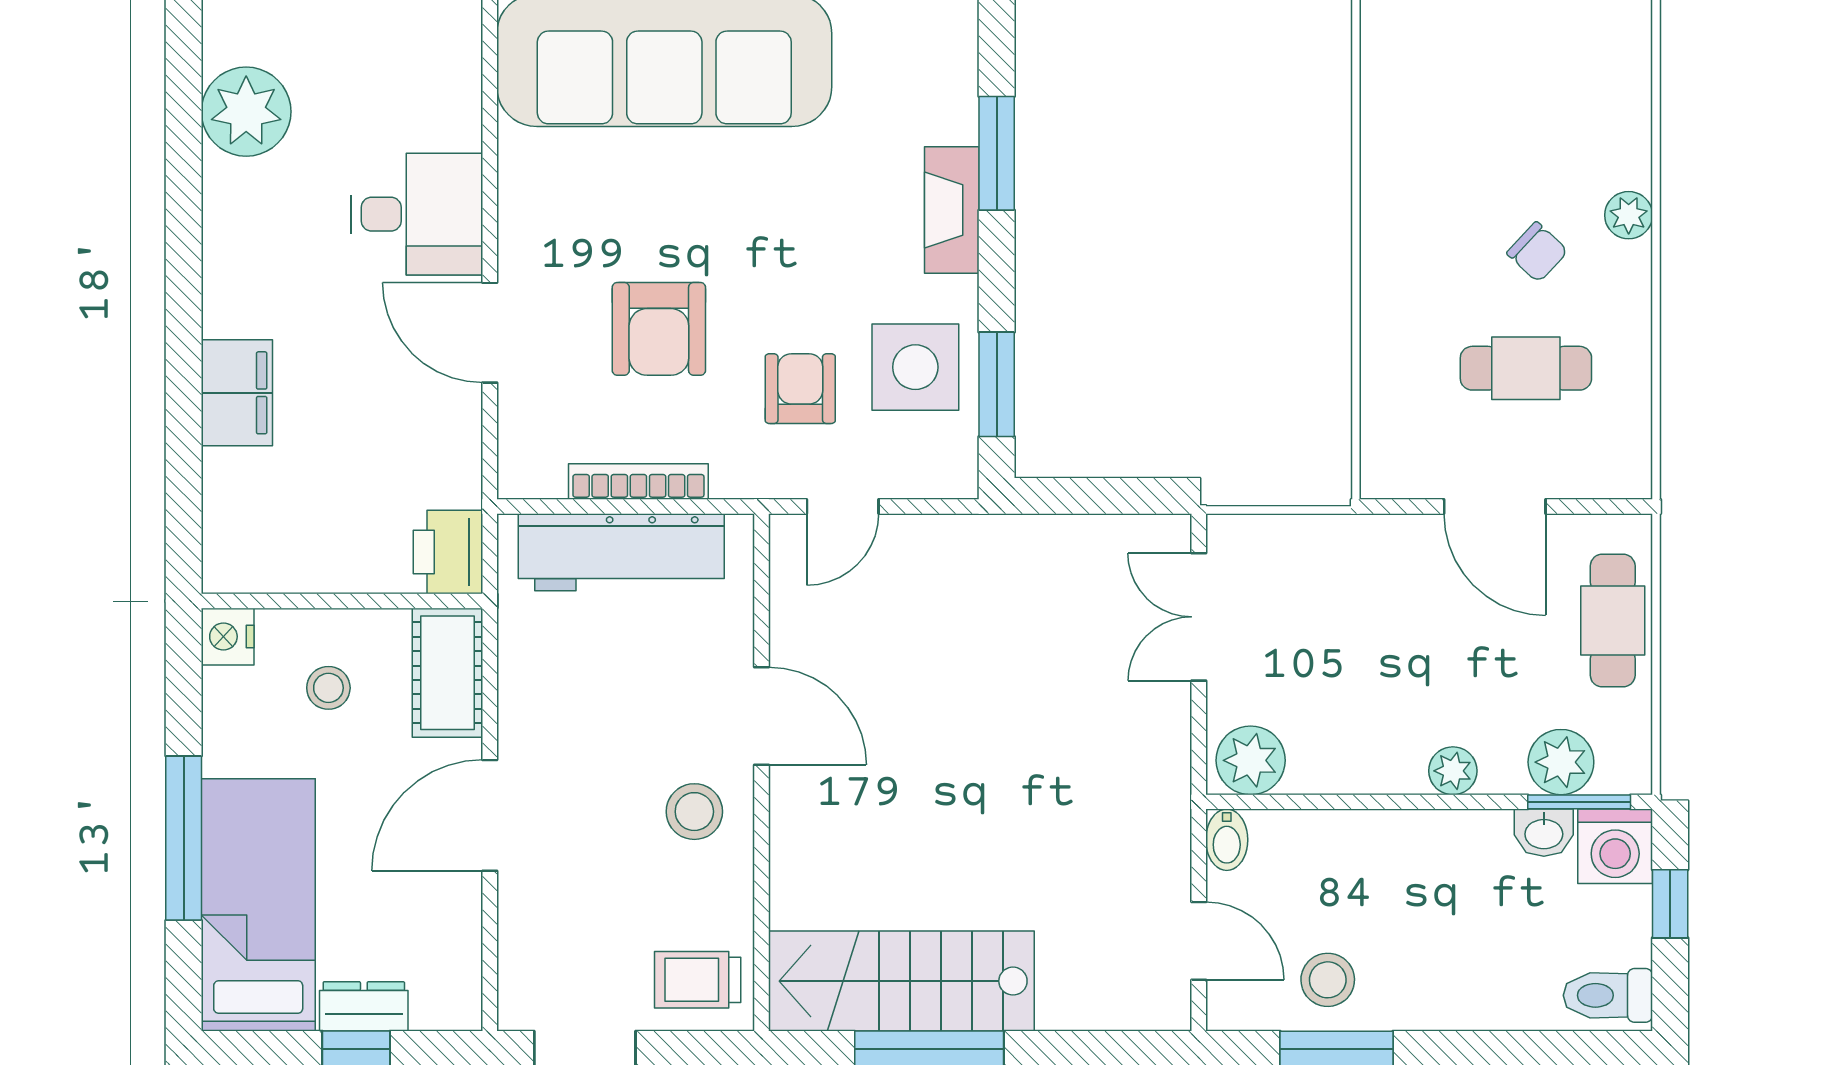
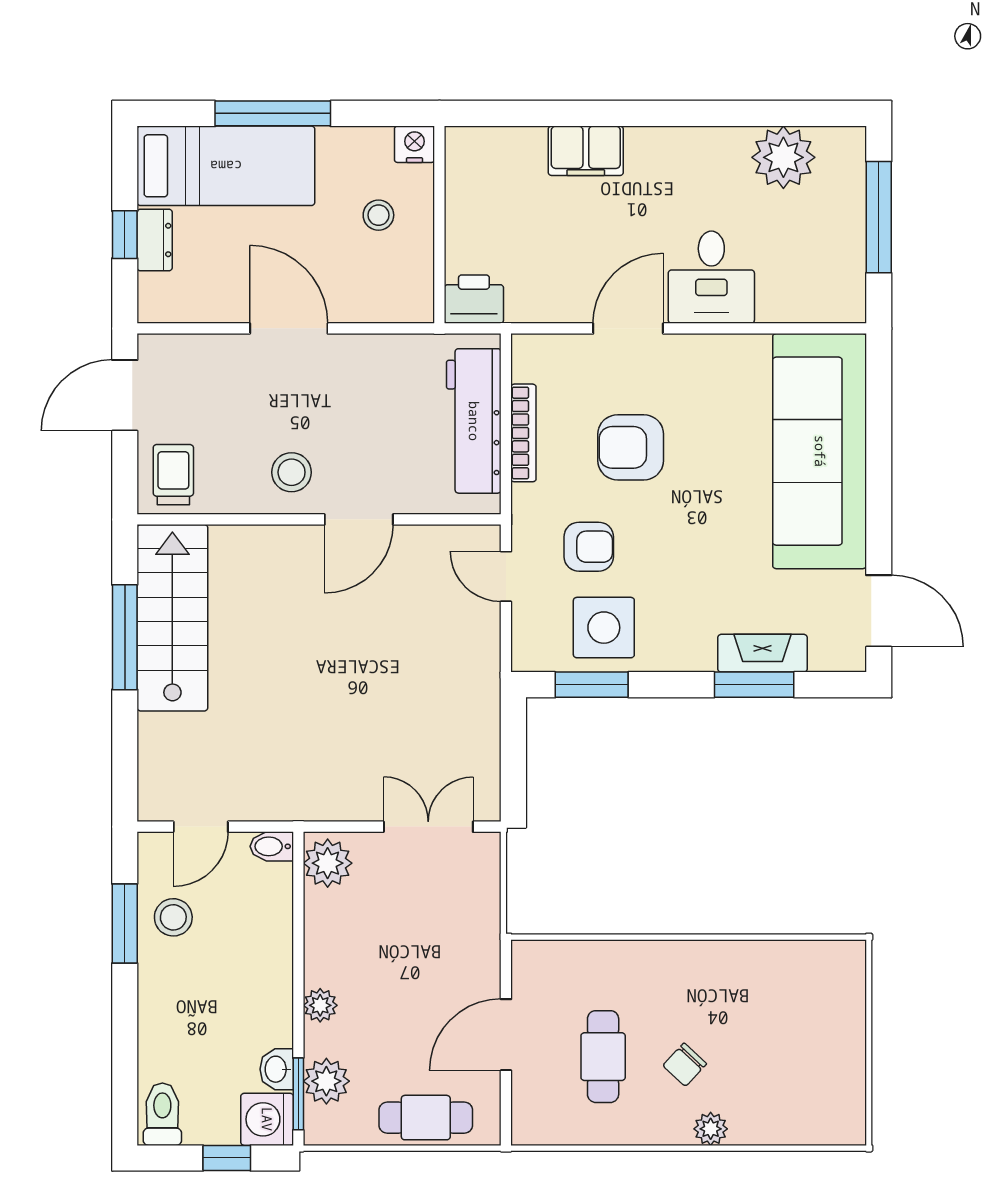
fireplace: (952, 210) -> (763, 653), moved
cot: (447, 673) -> (389, 299), removed

